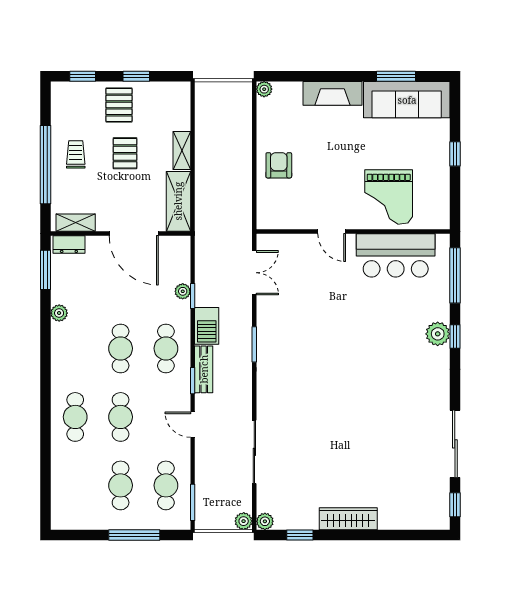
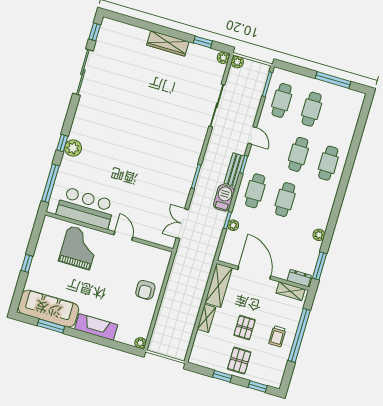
window: (134, 535) -> (333, 80), moved

